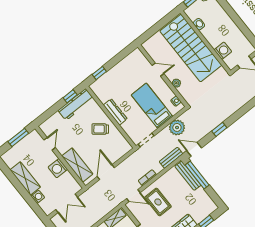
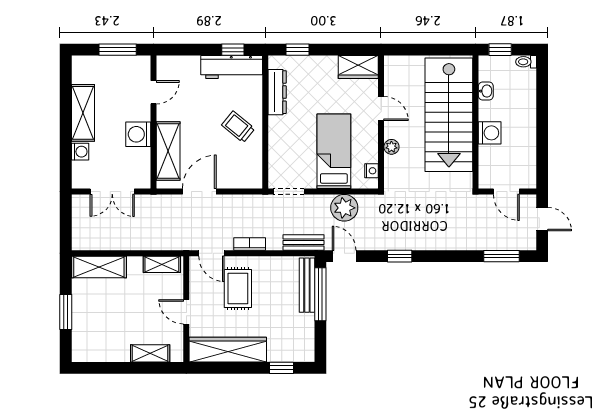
washing machine: (223, 51) -> (490, 133), moved
wardrobe: (133, 59) -> (358, 67), added
dresser: (115, 112) -> (277, 92), moved

